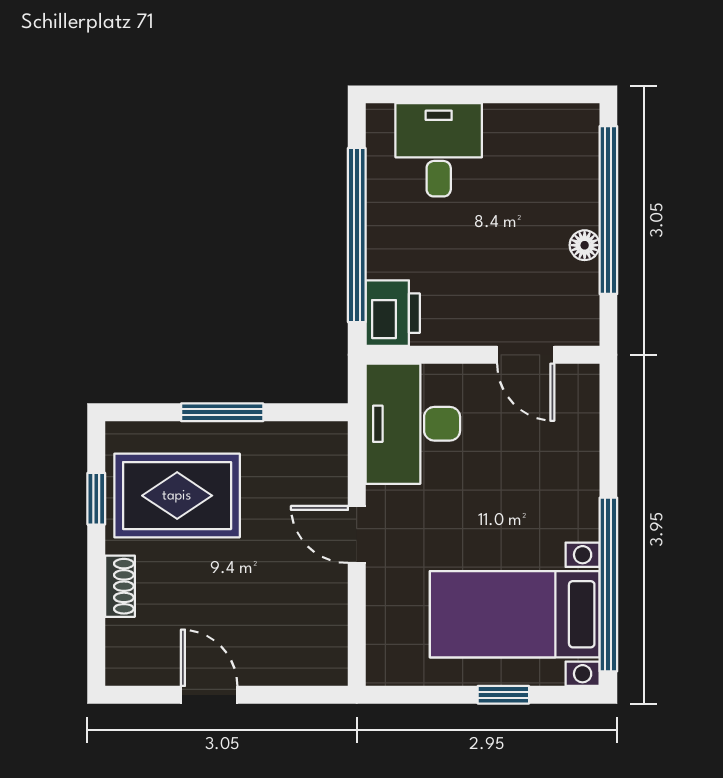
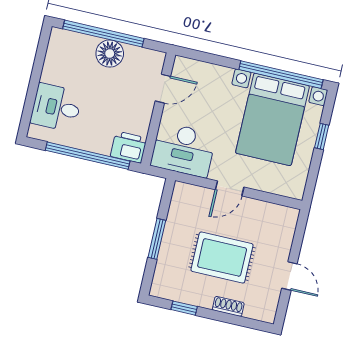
floor lamp: (585, 245) -> (110, 54), width x1.89, depth x1.89
rug: (177, 496) -> (222, 257), moved, turned 90
bed with nightstands: (515, 614) -> (272, 119), width x1.36
door: (209, 695) -> (289, 276), swing flipped

